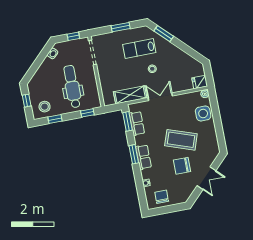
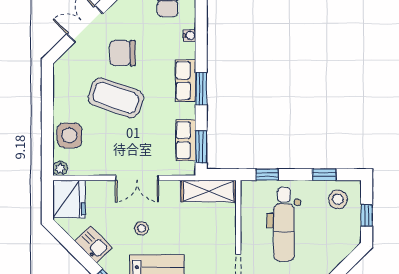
kitchen sink: (178, 55) -> (93, 244), added
fridge: (200, 82) -> (69, 199), width x1.88, depth x1.34
shelving: (130, 95) -> (209, 191), moved
chair: (182, 166) -> (123, 53), turned 180

